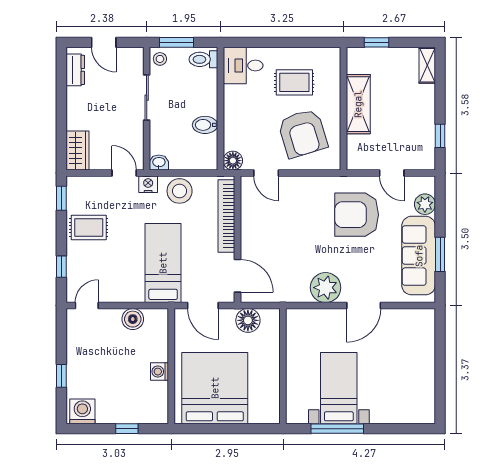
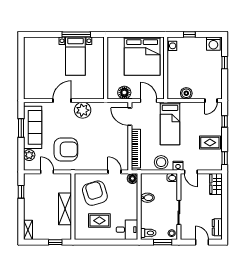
washing machine: (160, 372) -> (172, 46), moved

